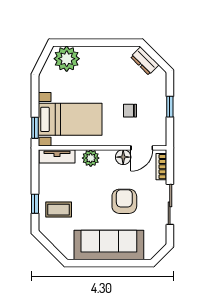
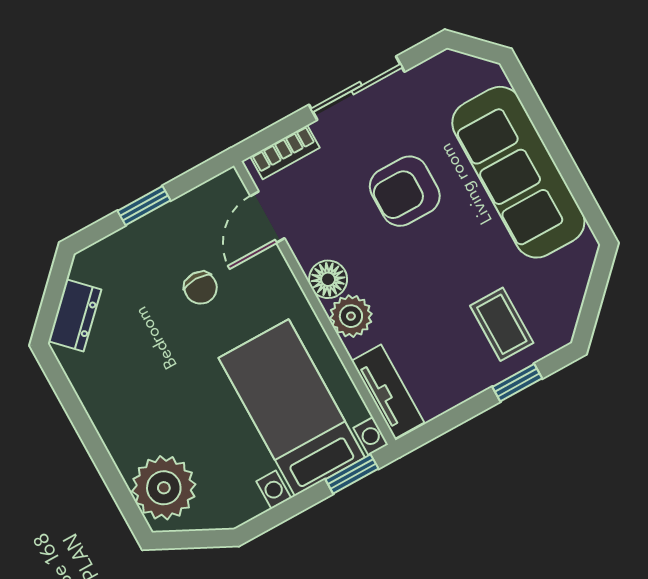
door: (142, 148) -> (267, 217), swing flipped
floor lamp: (123, 157) -> (328, 279), moved

